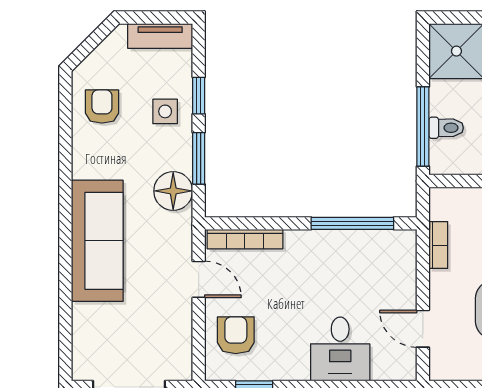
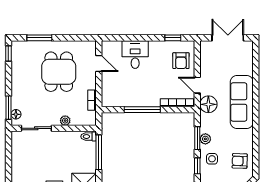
armchair: (102, 107) -> (240, 161), turned 92
toilet: (446, 128) -> (89, 137), moved
plant: (180, 157) -> (205, 139), added
floor lamp: (173, 191) -> (208, 104), moved
window: (352, 223) -> (142, 110), moved

